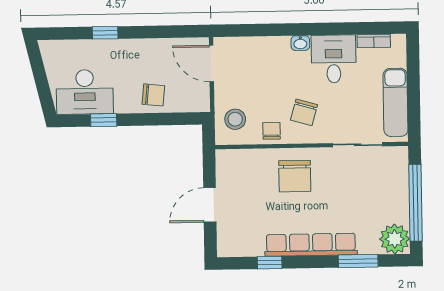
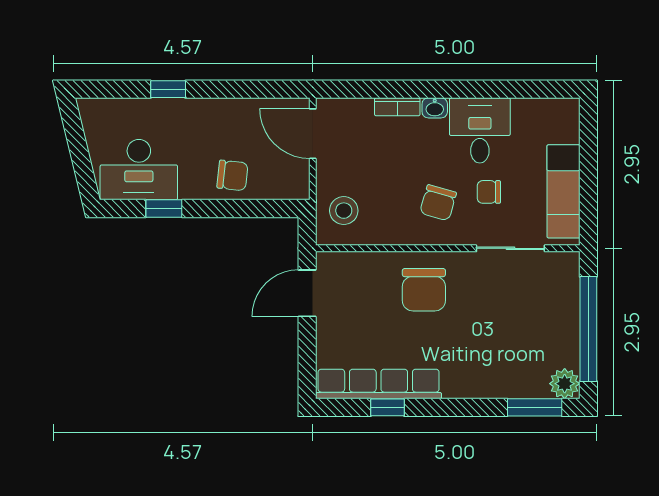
bookcase: (374, 41) -> (397, 107), moved
chair: (272, 131) -> (489, 192), moved, turned -90
door: (210, 205) -> (307, 293), moved
plant: (395, 239) -> (565, 384), width x0.73, depth x0.73
row of seats: (311, 245) -> (379, 384), moved
window: (358, 261) -> (535, 407), moved

